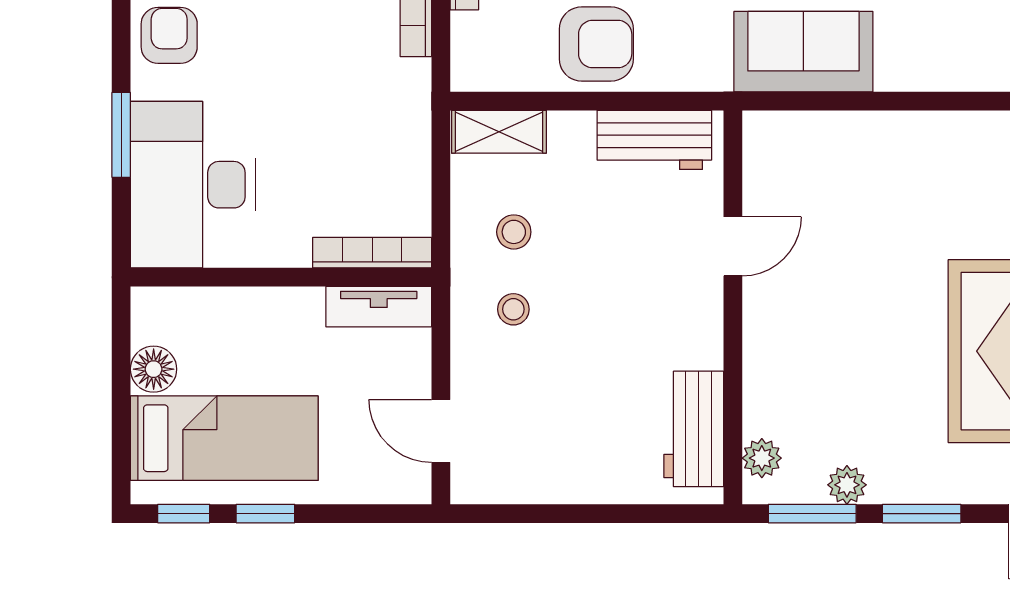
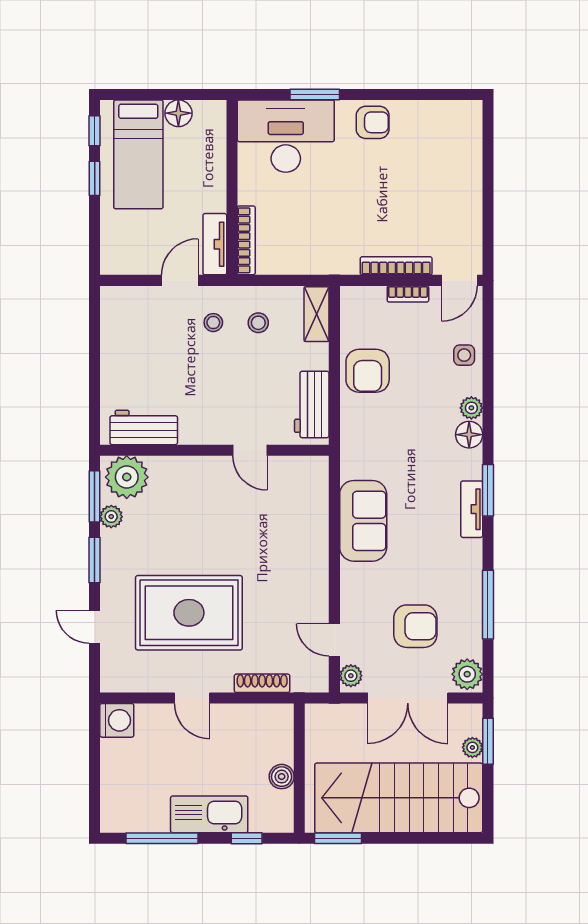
sofa: (803, 52) -> (363, 521), moved
door: (441, 431) -> (180, 280), moved
plant: (762, 458) -> (127, 477), width x1.87, depth x1.87

